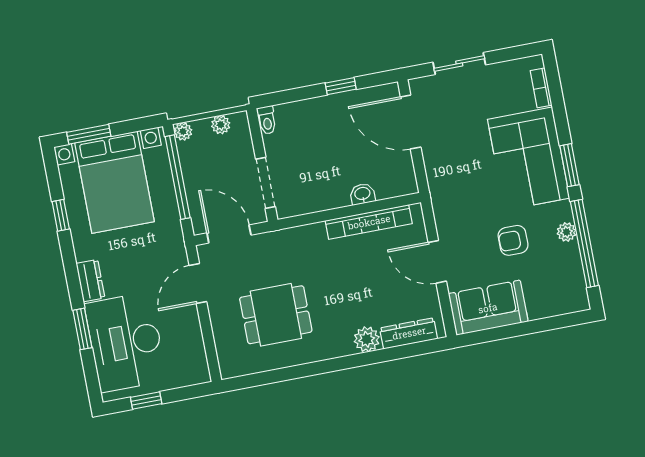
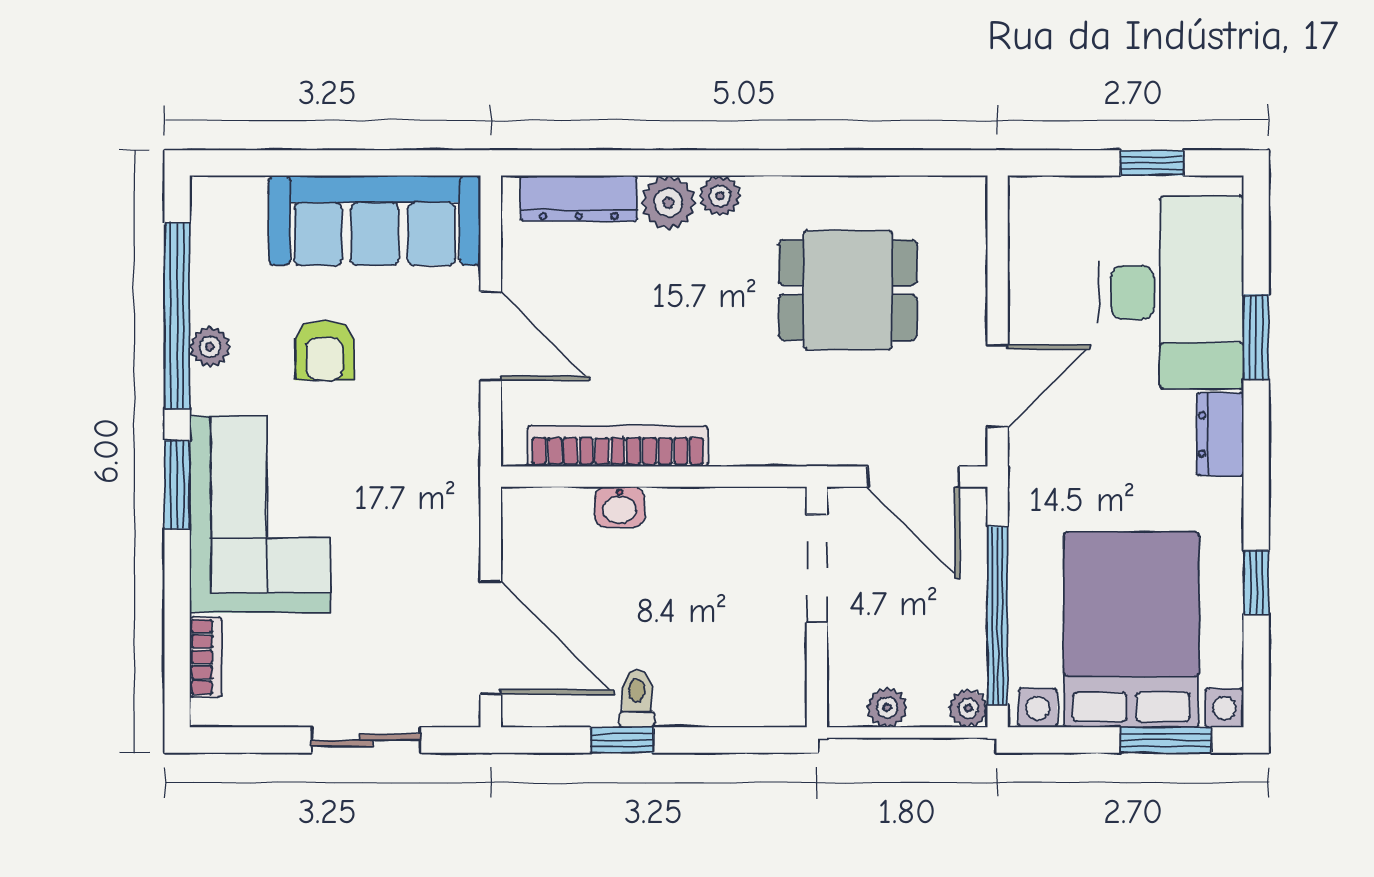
toilet: (267, 120) -> (637, 699), moved
armchair: (513, 240) -> (325, 350), turned 90
sofa: (488, 308) -> (375, 220), width x1.36
plant: (343, 347) -> (720, 196), added

